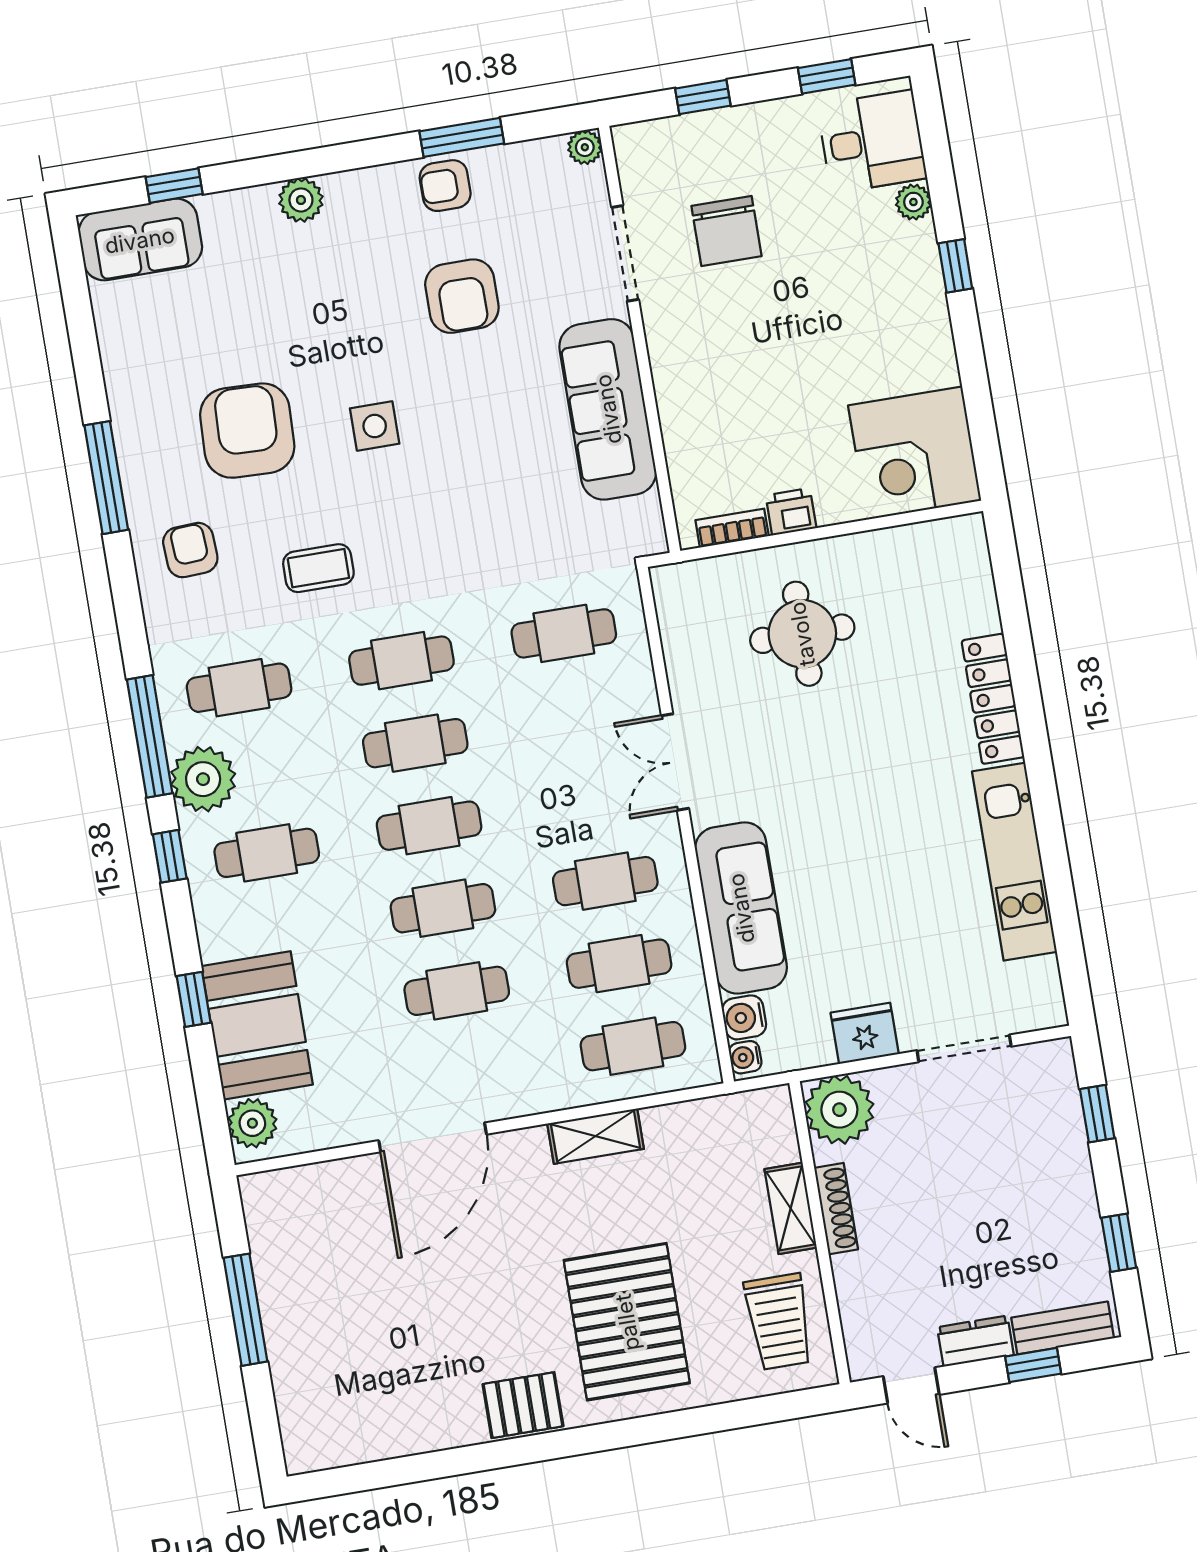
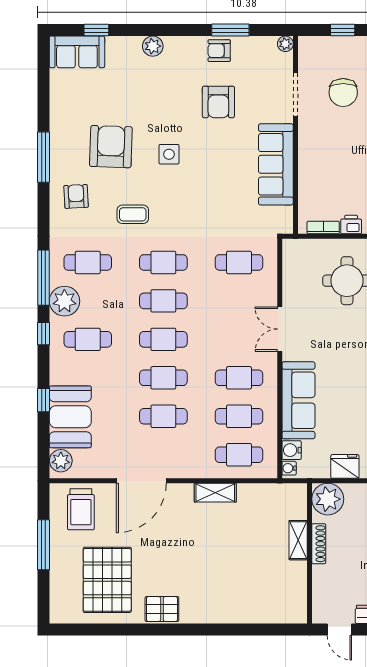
pallet: (627, 1322) -> (107, 580), moved
trolley: (779, 1322) -> (81, 509), moved

